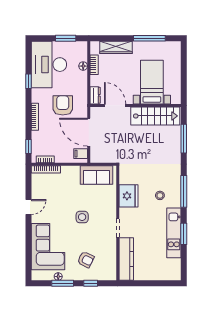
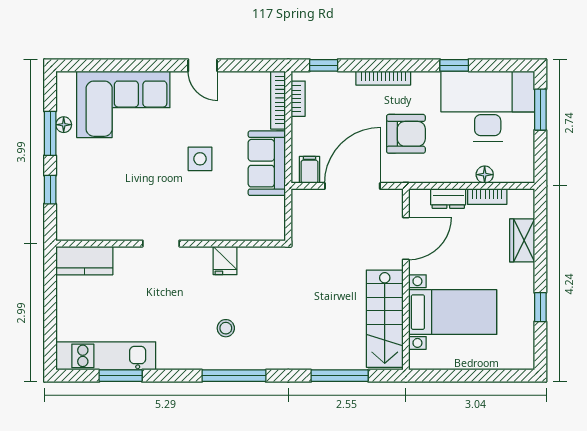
window: (66, 38) -> (540, 110), moved
window: (149, 38) -> (540, 307), width x0.46
wardrobe: (116, 47) -> (522, 240), width x0.67
dresser: (95, 95) -> (448, 199), moved
sofa: (96, 175) -> (267, 163), moved
fridge: (128, 196) -> (225, 260), width x0.53, depth x0.75
side table: (82, 217) -> (200, 159), moved
kitchen unit: (174, 233) -> (106, 356), moved
window: (184, 234) -> (121, 376), moved
kitchen counter: (126, 259) -> (84, 261), width x0.67
armchair: (86, 260) -> (98, 180), removed

